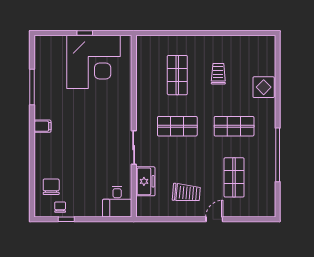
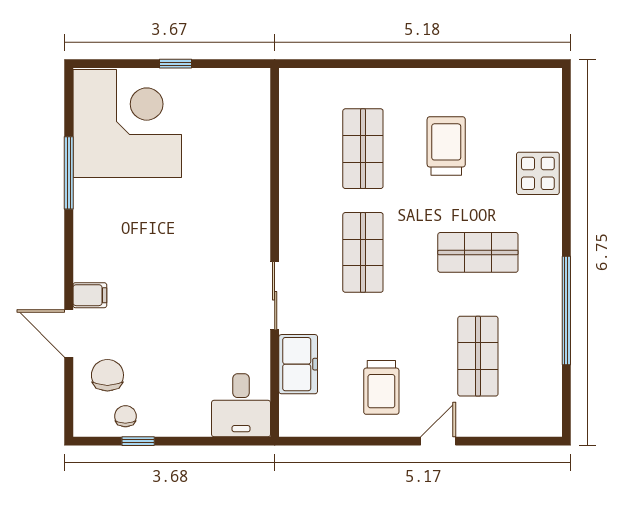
corner desk: (93, 62) -> (127, 124), moved, turned -90
trolley: (218, 74) -> (446, 146), width x1.36, depth x1.39
filing cabinet: (42, 126) -> (90, 295), moved
shop shelf: (177, 126) -> (363, 252), turned 90
door: (32, 166) -> (69, 333), added
trolley: (186, 193) -> (381, 387), turned 85

